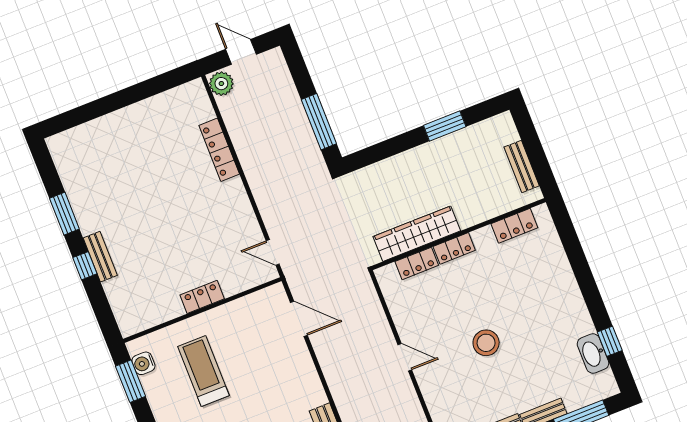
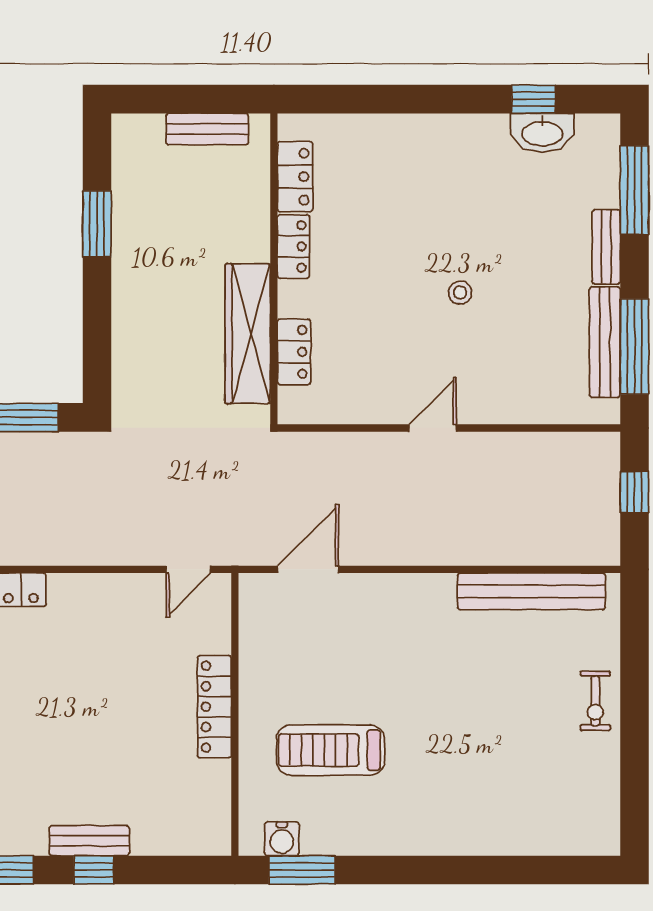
locker: (454, 248) -> (293, 246), moved
locker: (202, 297) -> (214, 707), width x1.53
stool: (486, 343) -> (460, 293), width x0.53, depth x0.53

